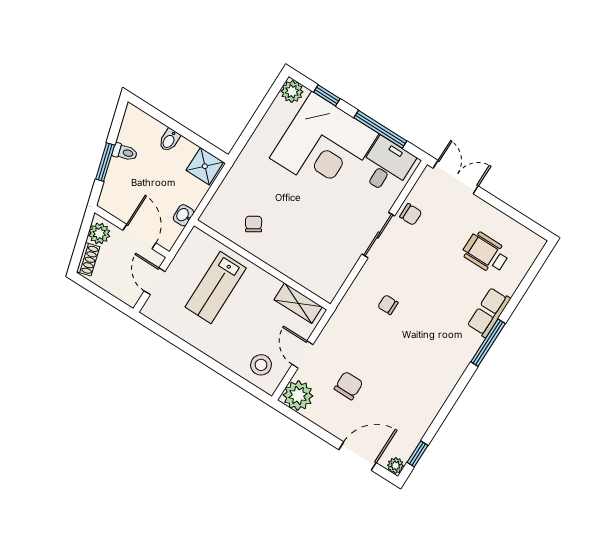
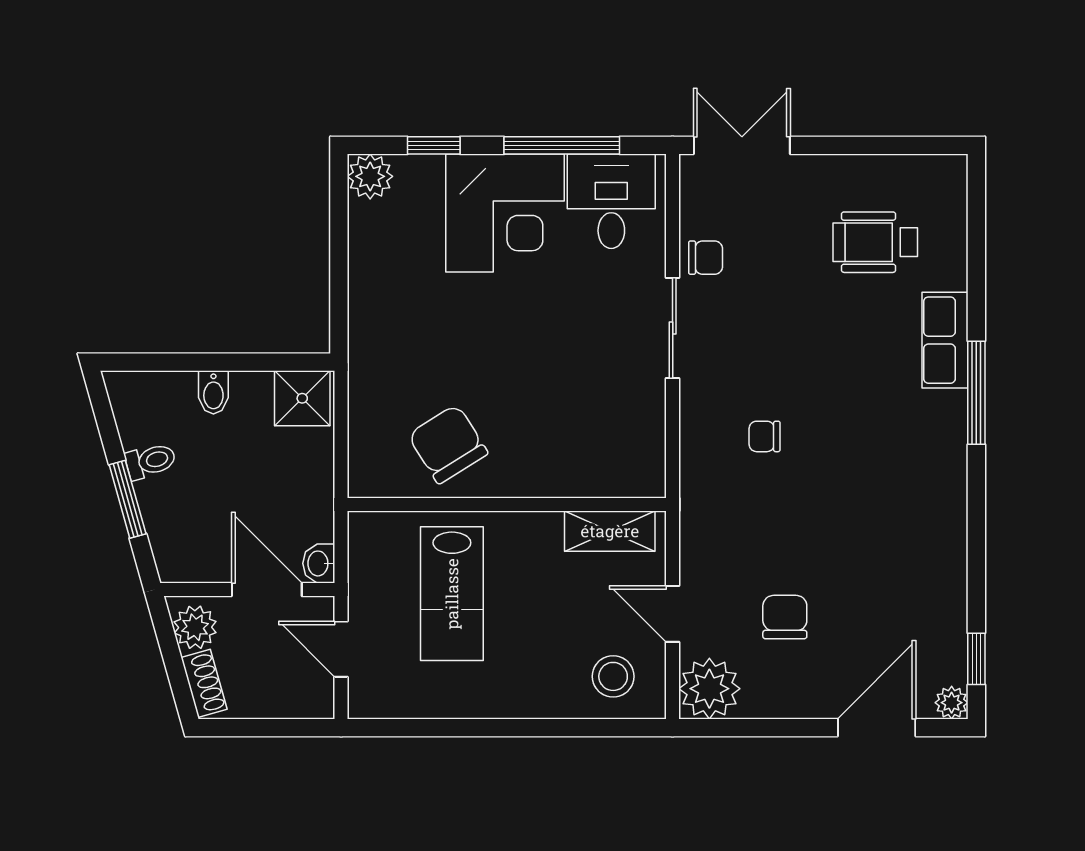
corner desk: (324, 146) -> (505, 213), width x0.74, depth x0.74
washbasin: (183, 215) -> (319, 563), moved
chair: (254, 224) -> (448, 444), width x1.87, depth x1.87

